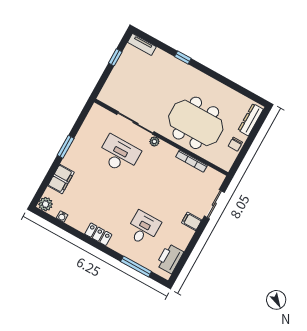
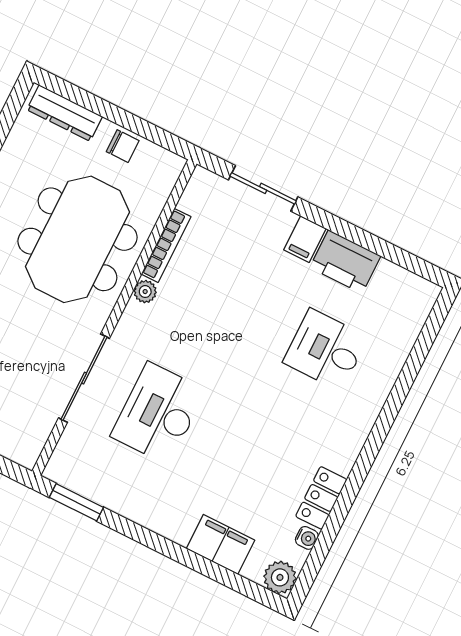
plant: (154, 141) -> (145, 292), moved
window: (66, 147) -> (76, 502), moved
locker: (98, 234) -> (321, 498), moved
printer: (170, 259) -> (345, 262), moved
window: (136, 266) -> (414, 362), removed

